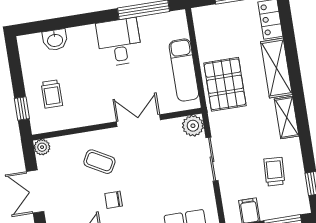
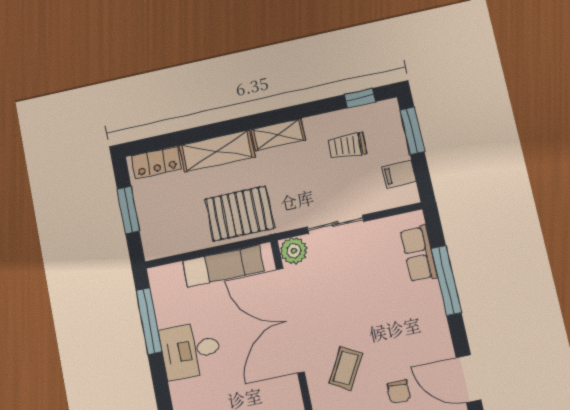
double door: (138, 121) -> (290, 320), width x1.87
chair: (114, 200) -> (399, 391), moved

